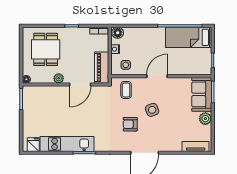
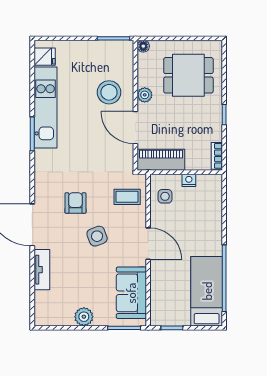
floor lamp: (118, 33) -> (214, 184), removed
sofa: (202, 94) -> (131, 293), moved, turned -90
stool: (57, 102) -> (109, 92), added
tv unit: (196, 146) -> (42, 270), moved

